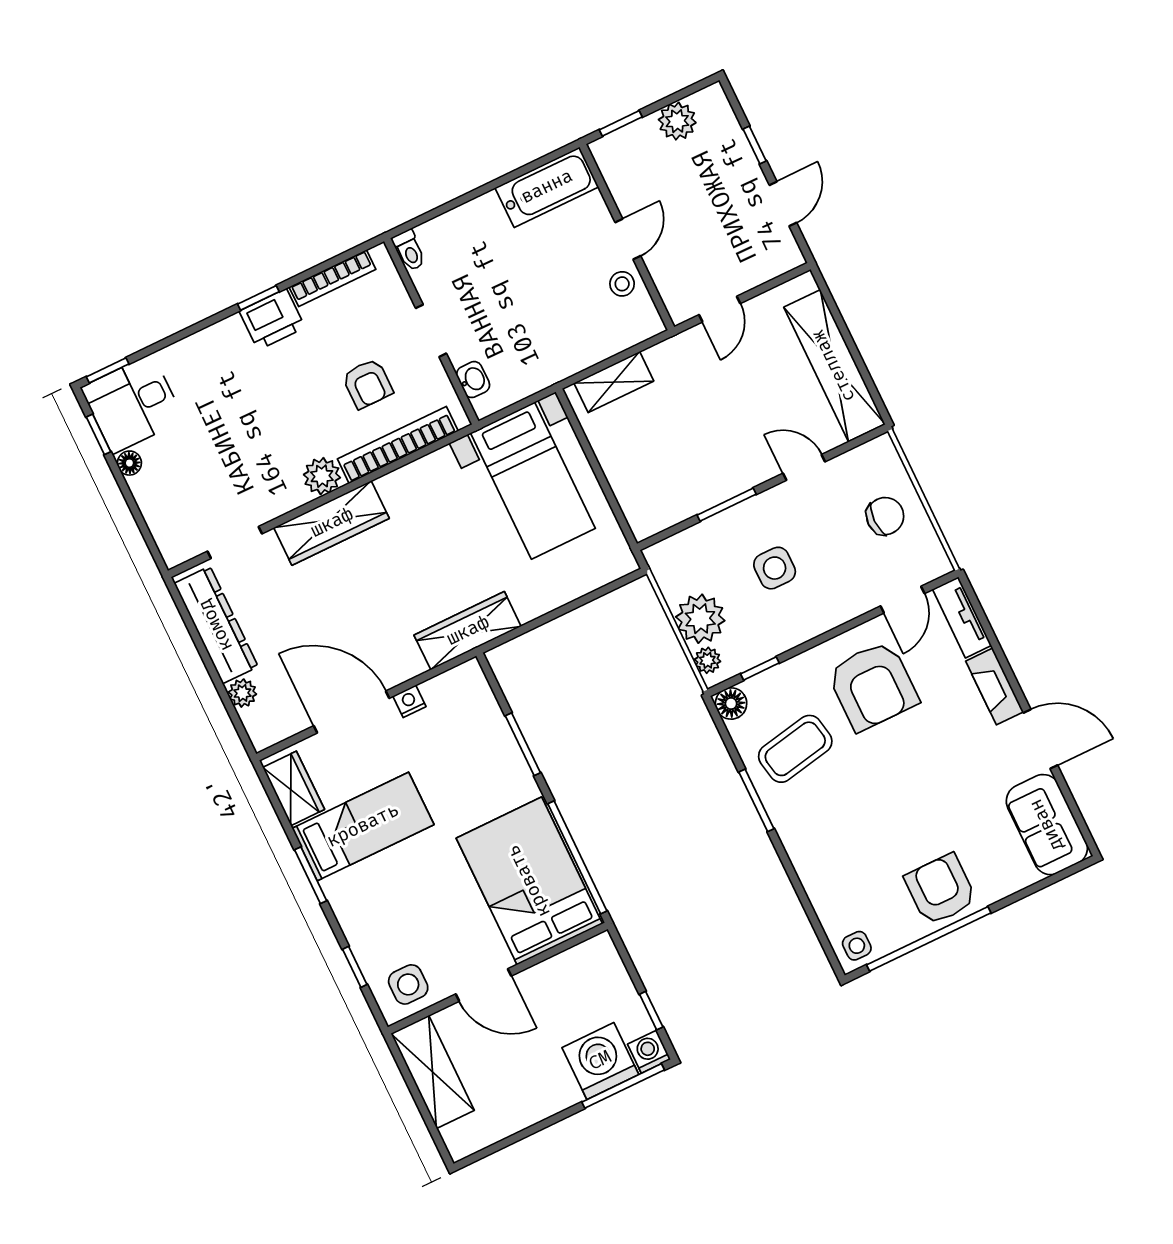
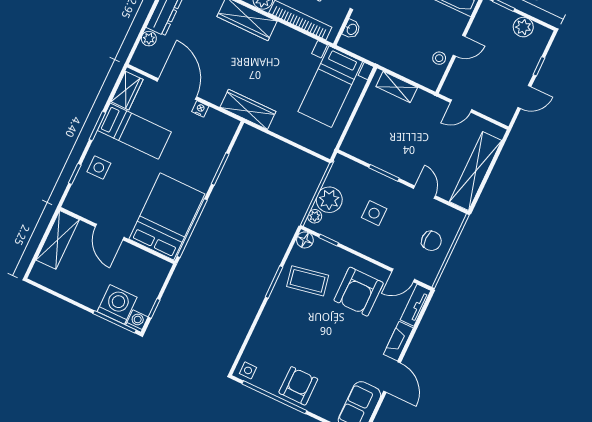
side table: (408, 984) -> (99, 167), moved

